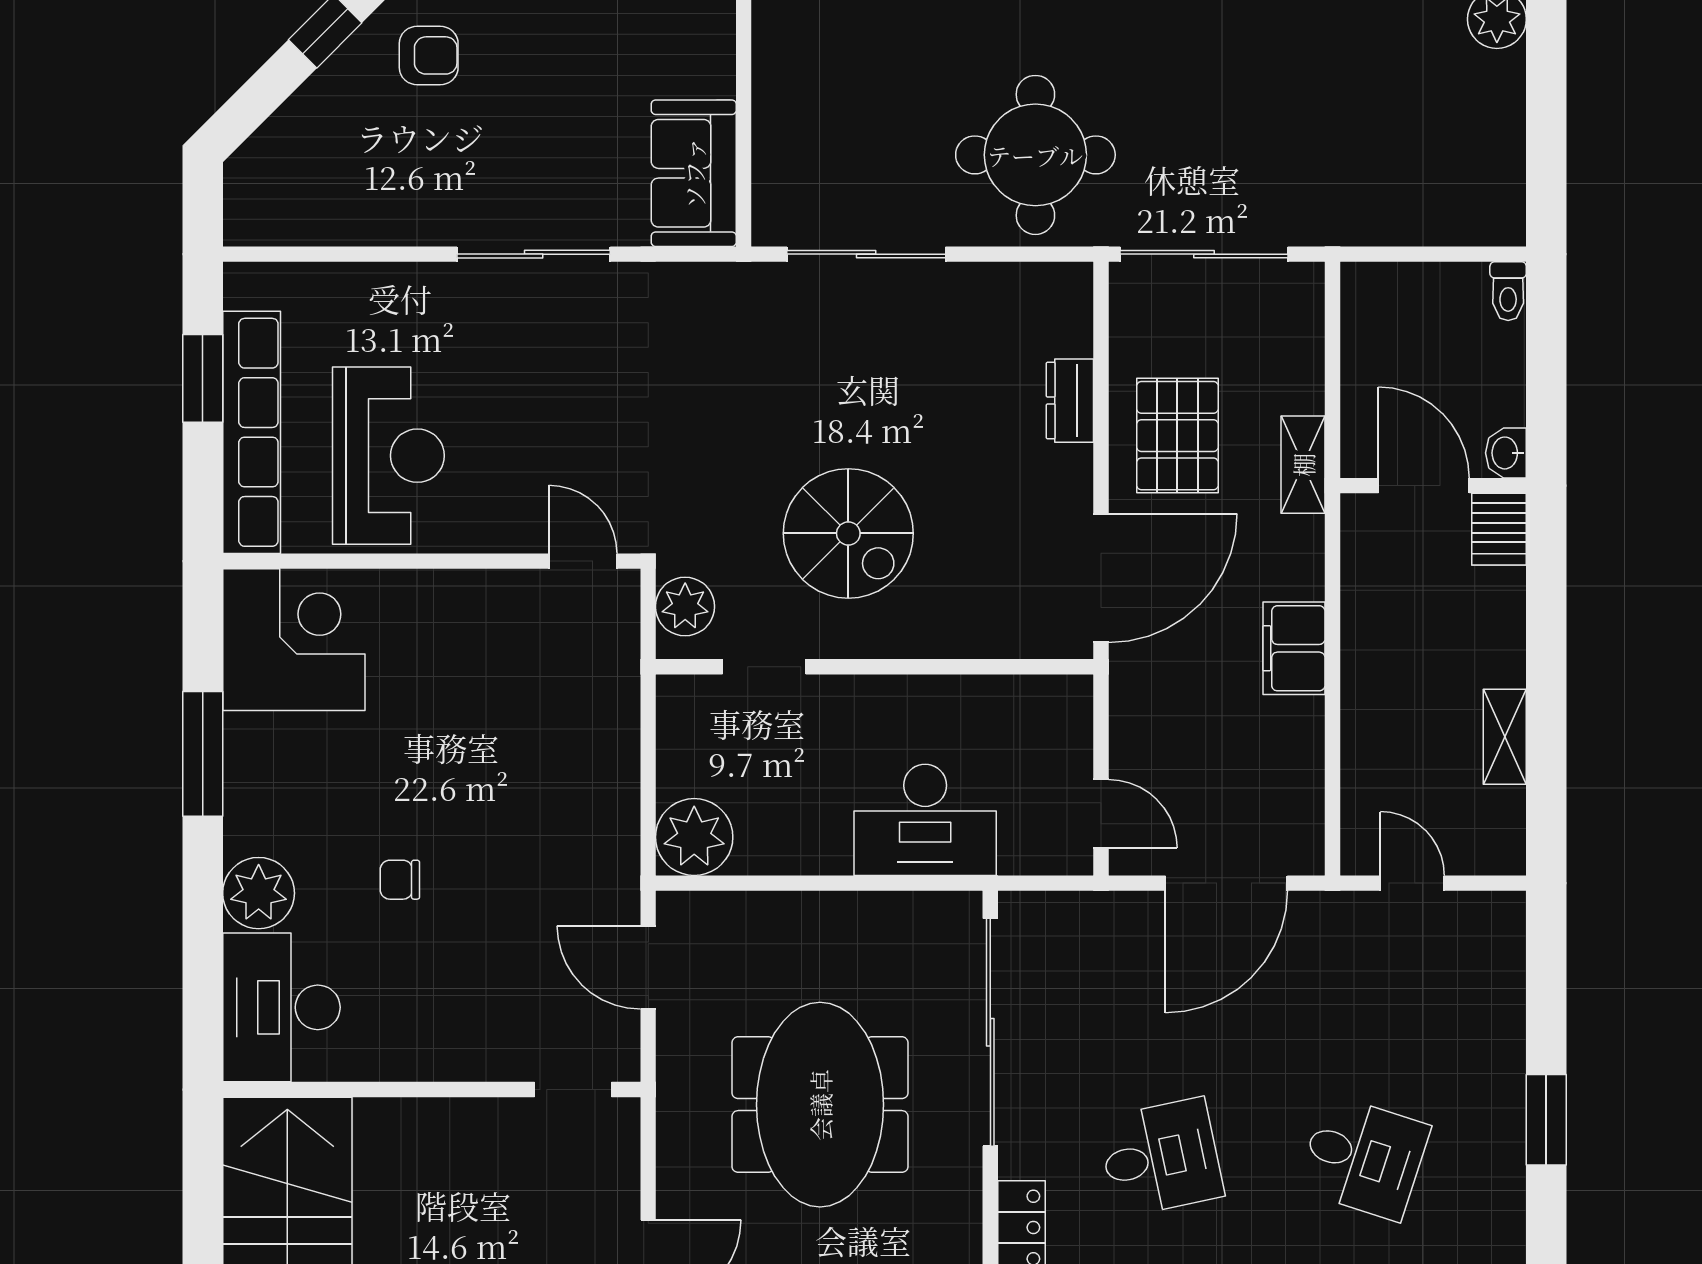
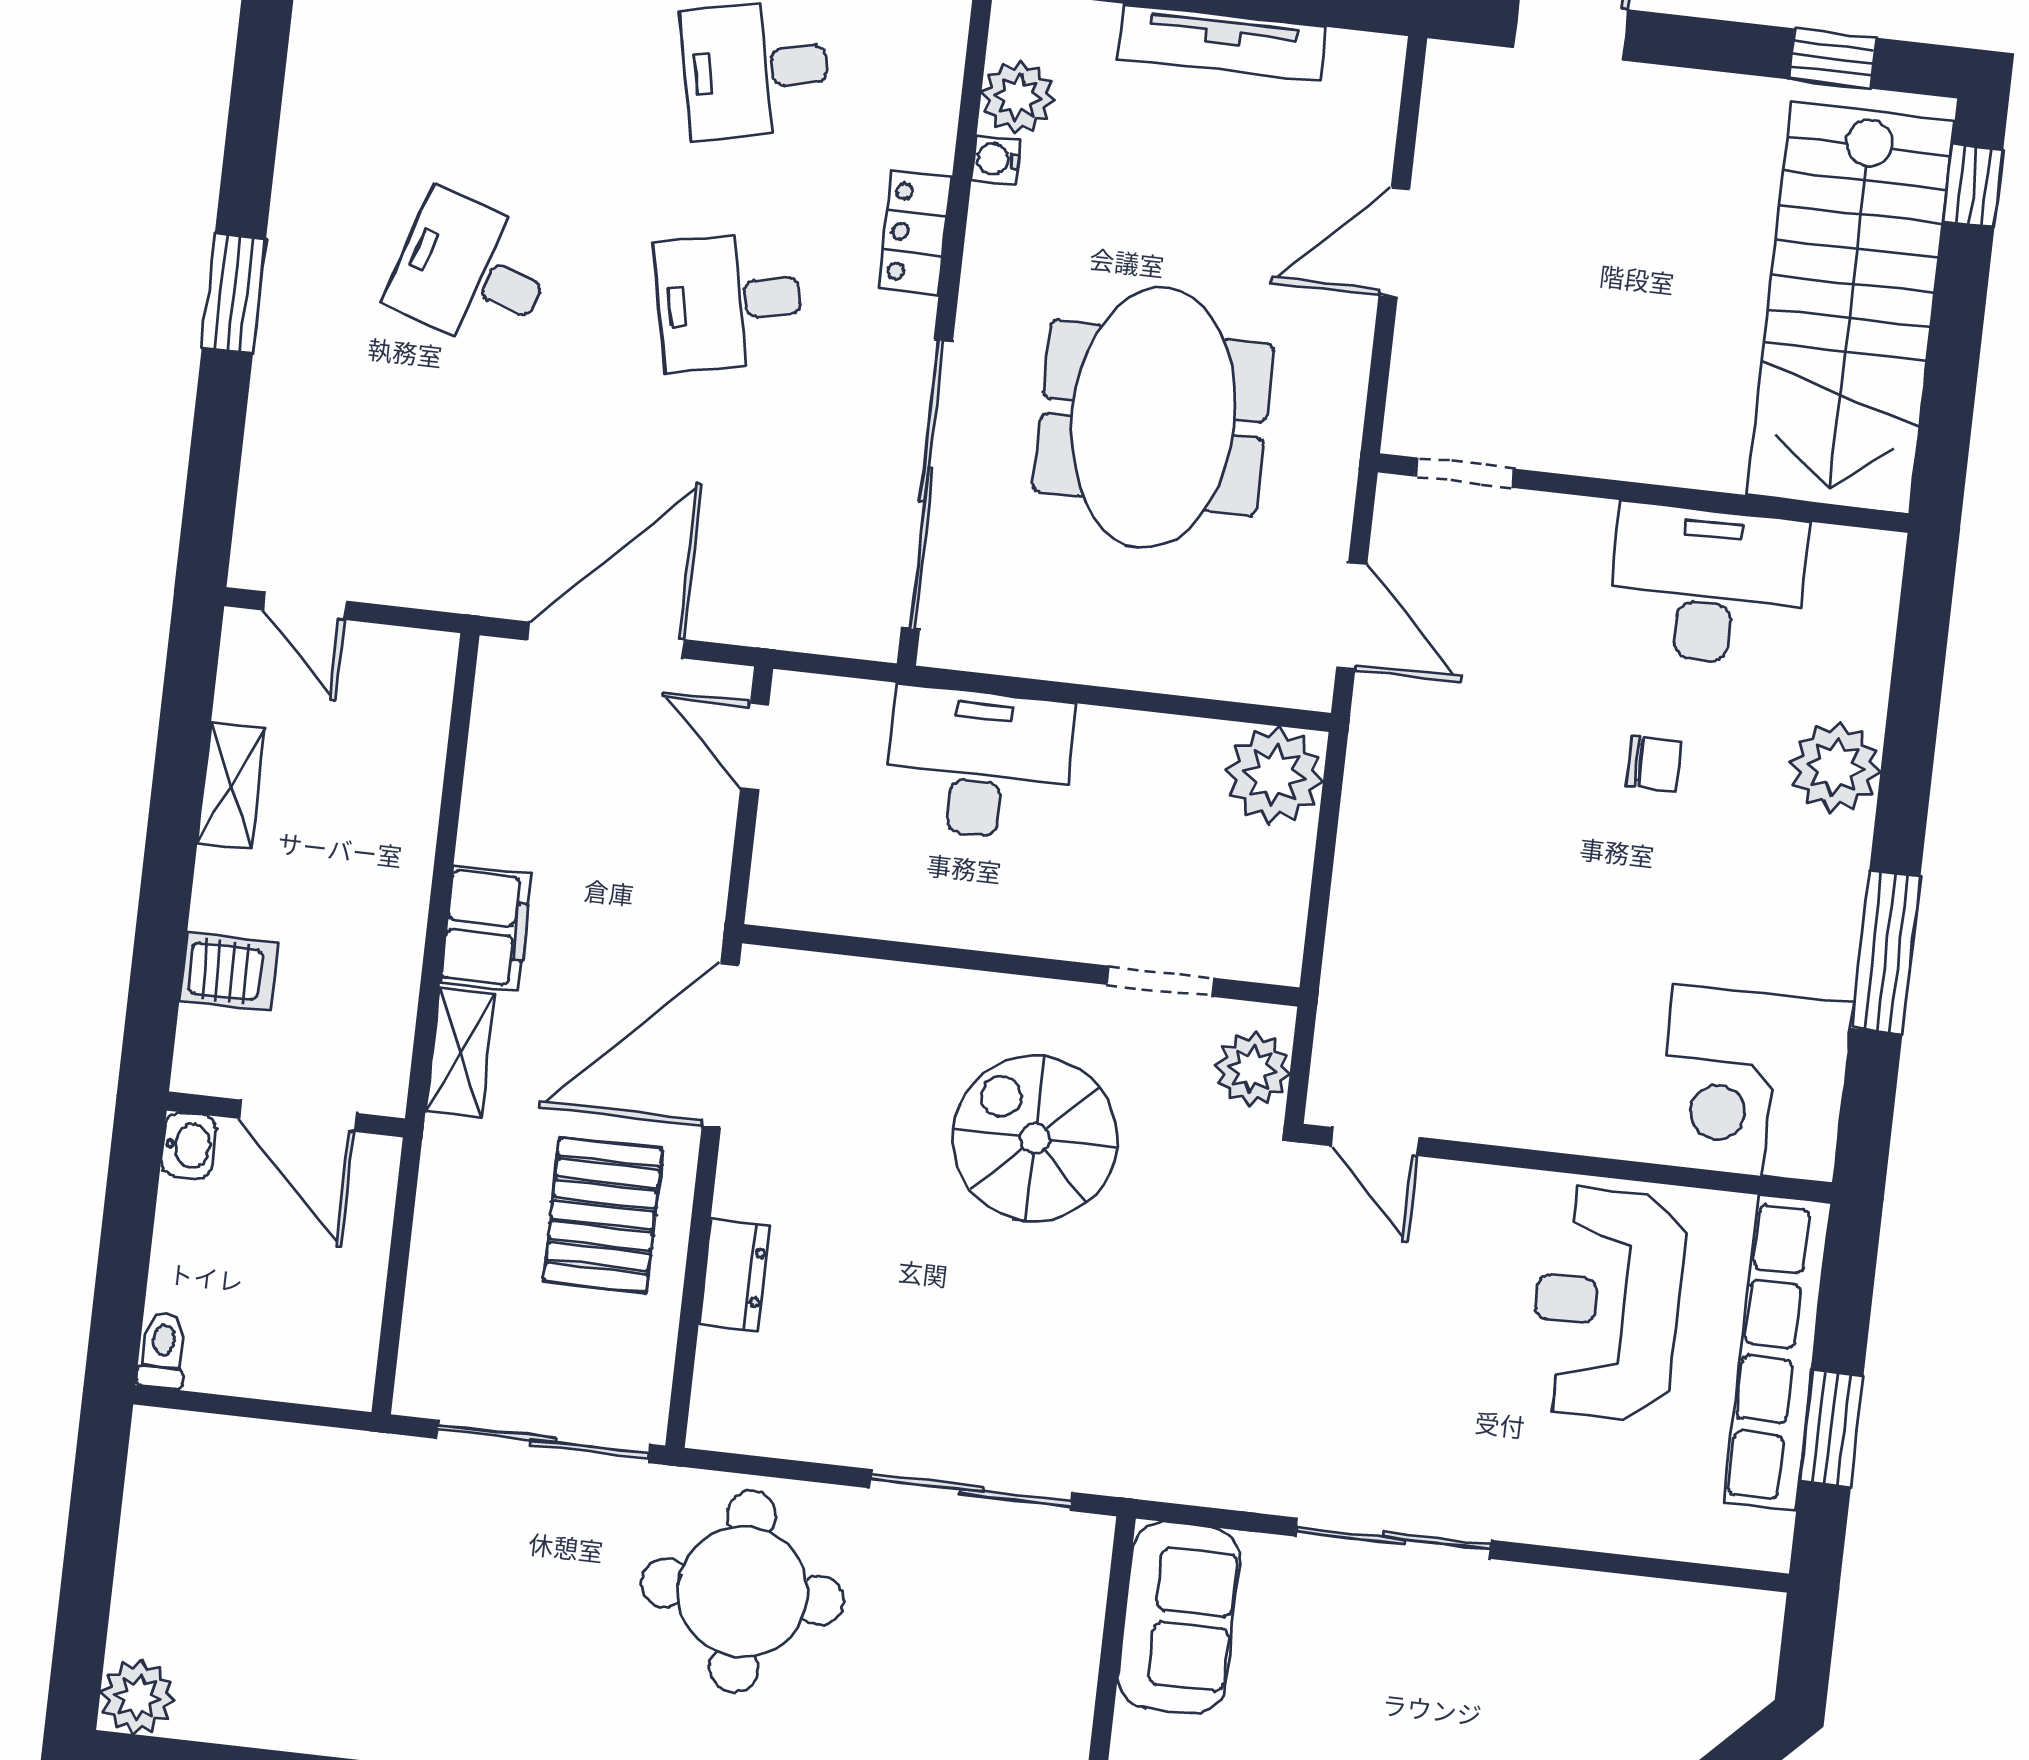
shelving: (1303, 465) -> (460, 1053), moved
server rack: (1499, 529) -> (229, 972), moved, turned 90
door: (1412, 883) -> (305, 606), moved
desk: (281, 1007) -> (1707, 585), moved, turned -90

